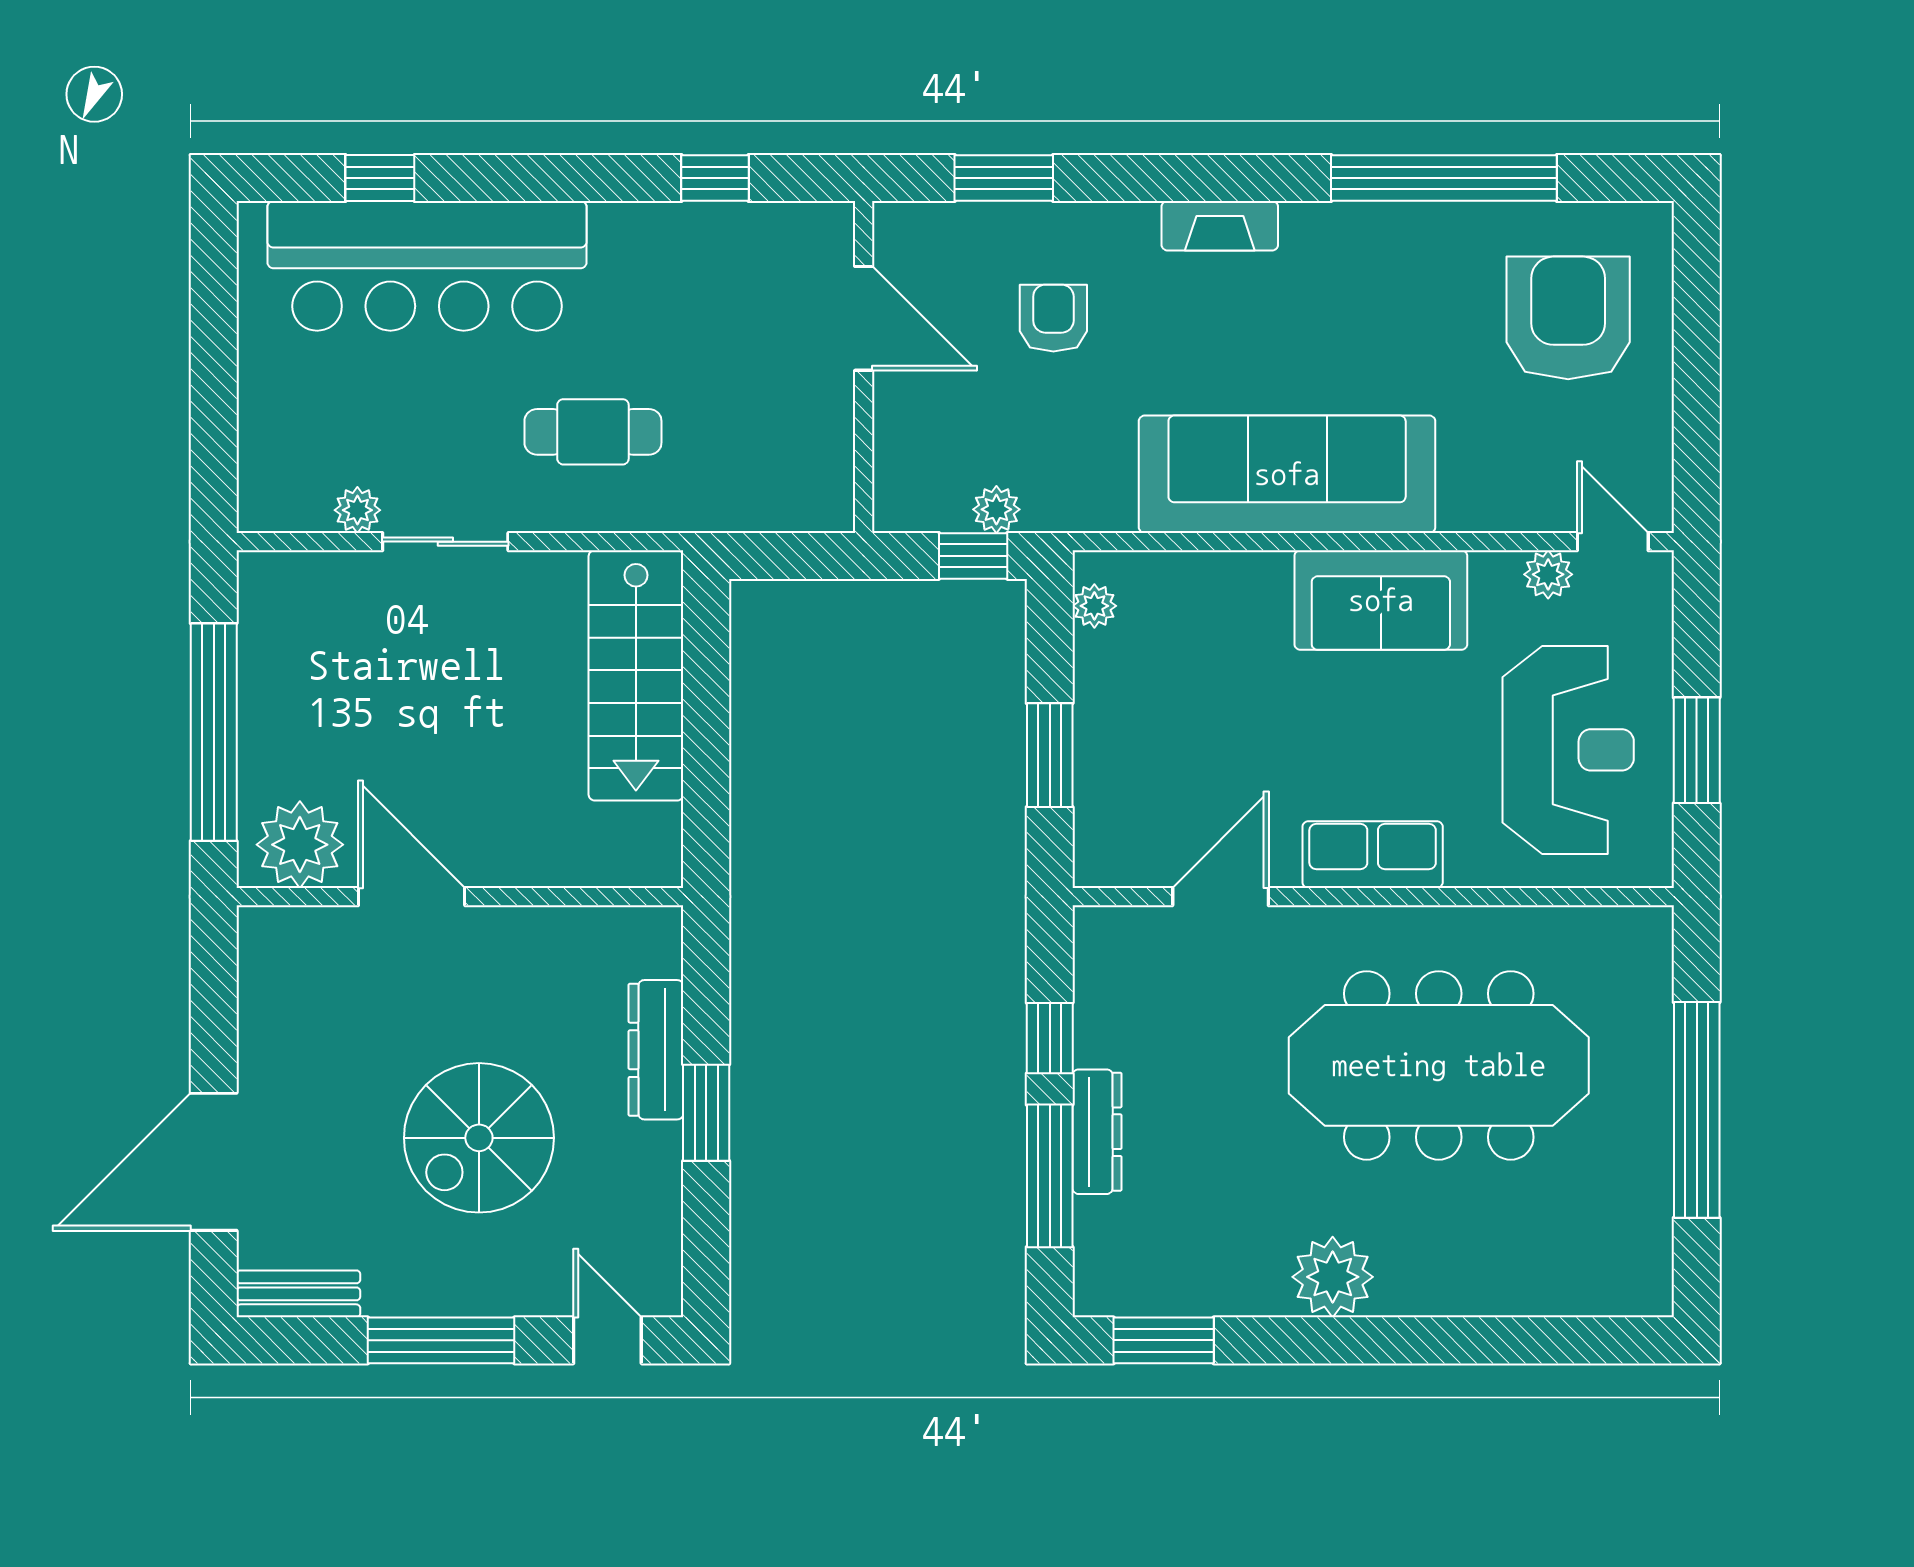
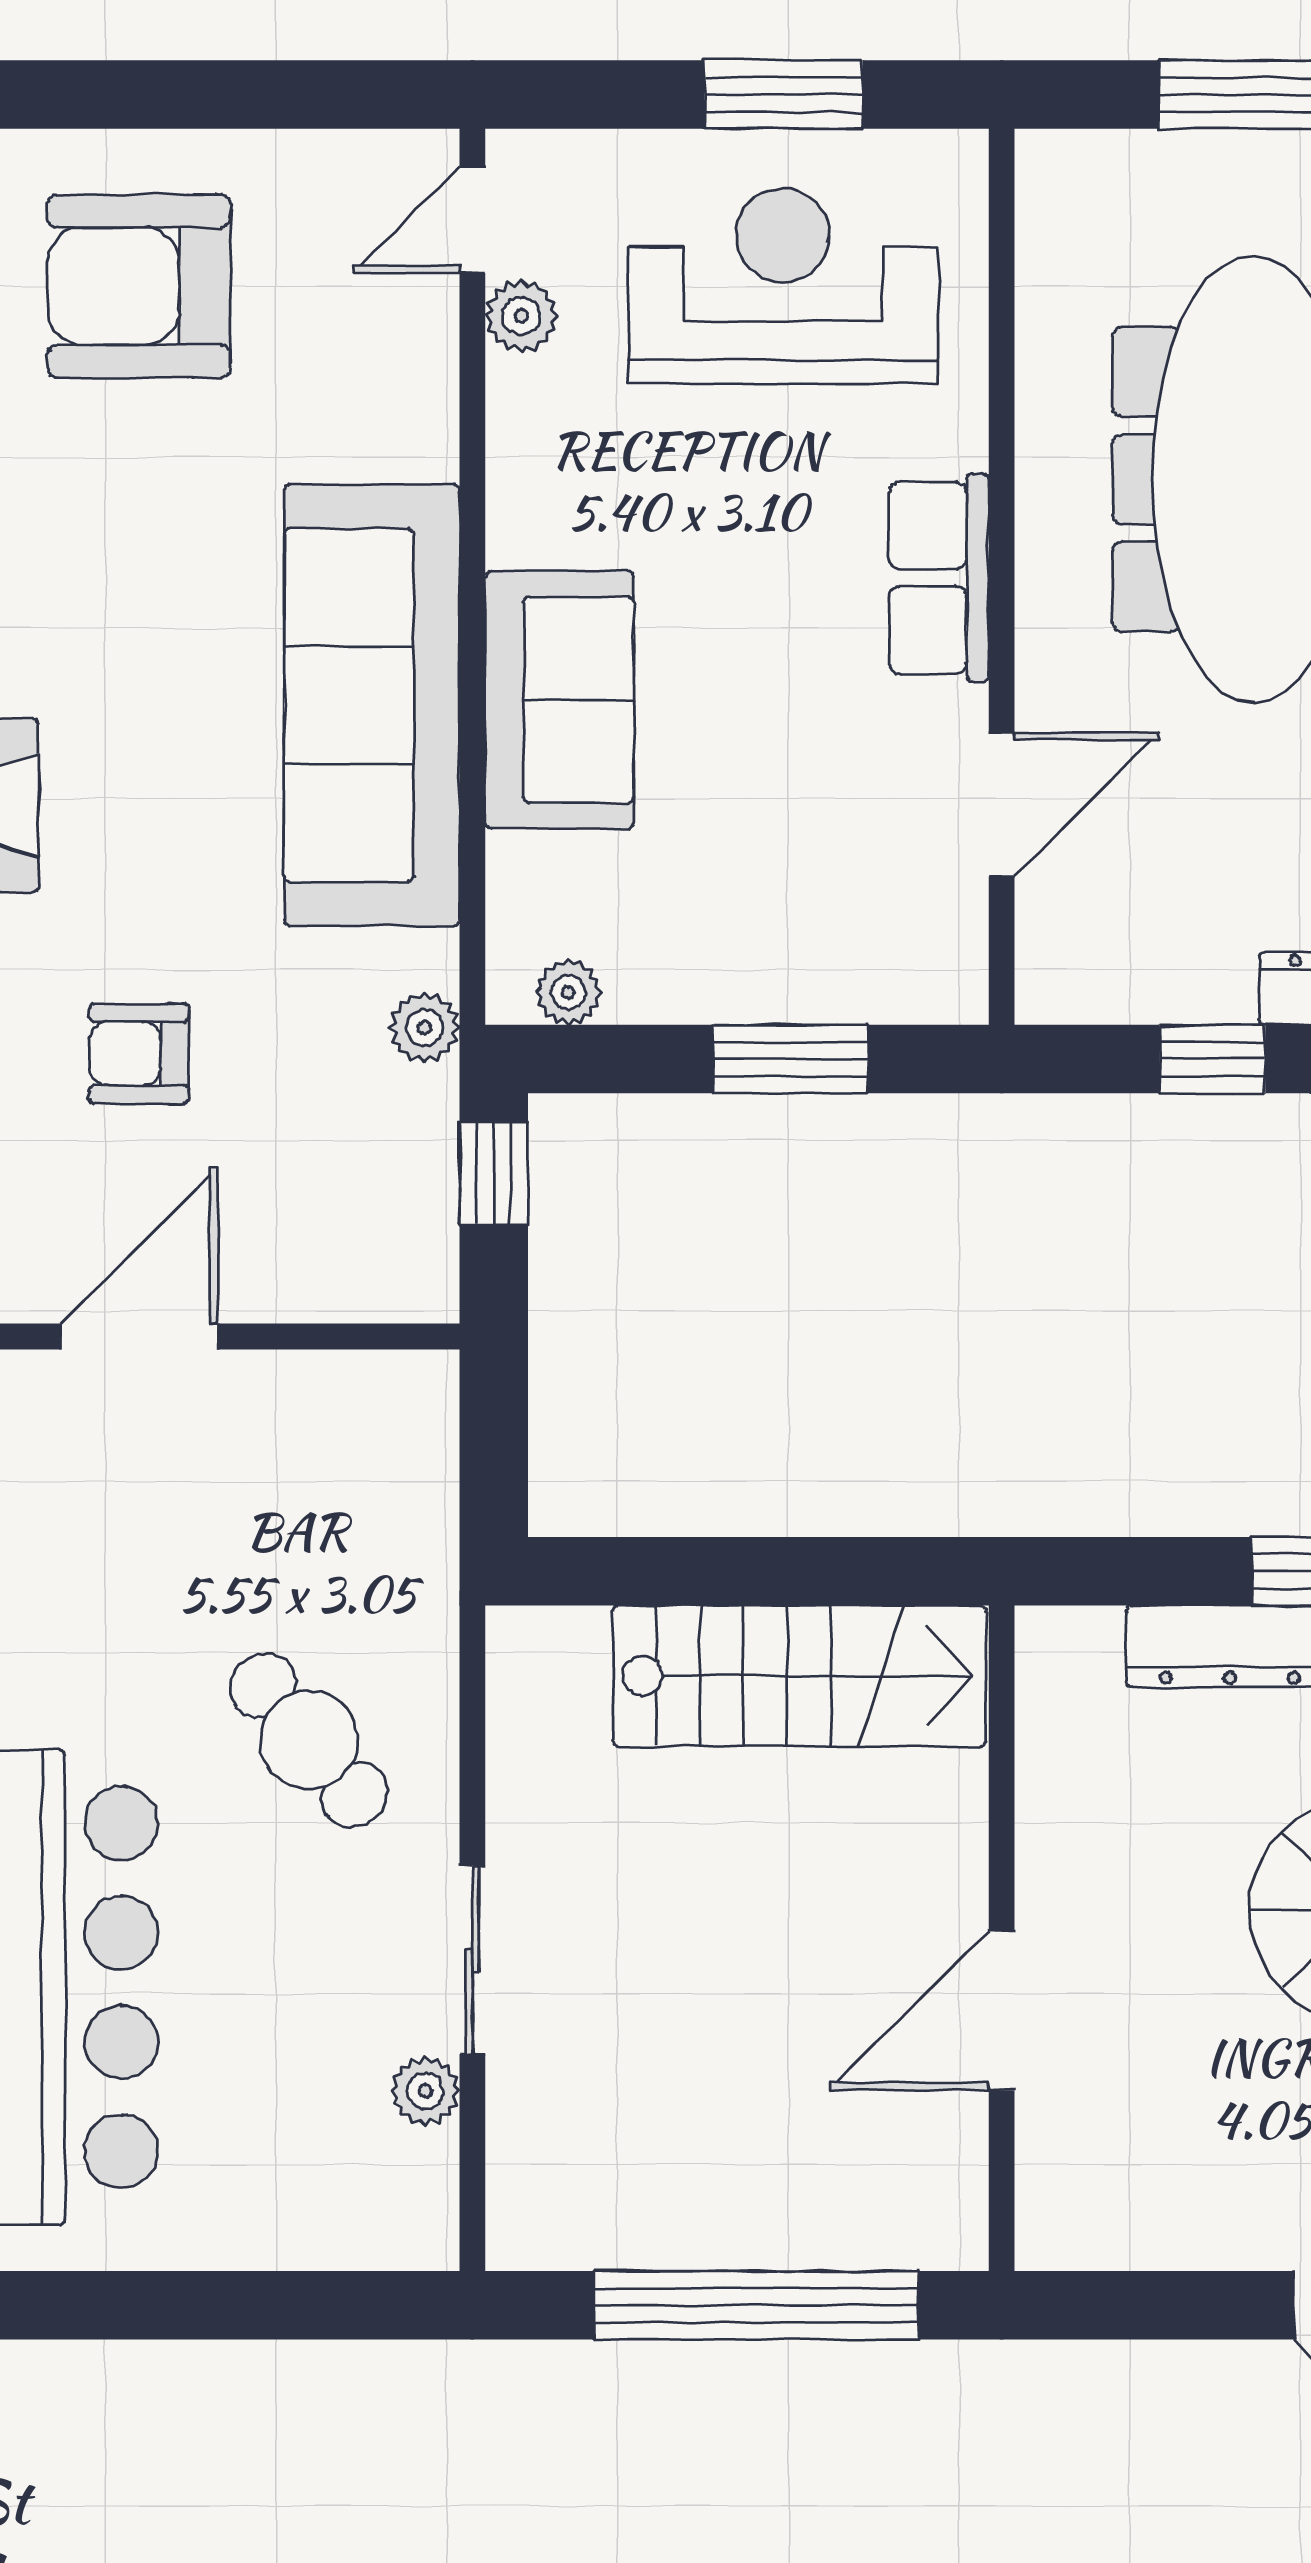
cafe table: (593, 432) -> (309, 1740), turned -40
plant: (996, 509) -> (424, 1028), moved
sofa: (1381, 600) -> (560, 700), moved
stairs: (636, 675) -> (799, 1676), moved
plant: (300, 845) -> (924, 2177), removed
door: (1221, 897) -> (1002, 804), swing flipped

